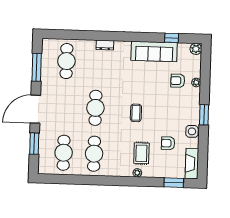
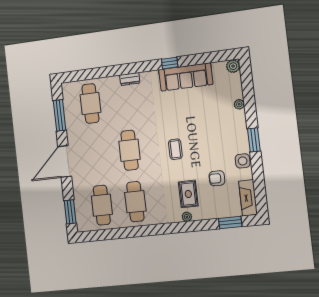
window: (172, 38) -> (170, 63), moved
armchair: (178, 81) -> (218, 106), removed
window: (34, 144) -> (70, 212), moved

